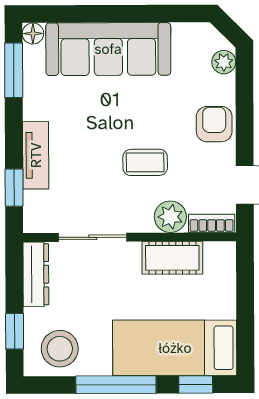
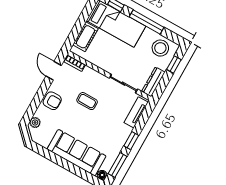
armchair: (214, 124) -> (52, 101), turned -90
tv unit: (36, 155) -> (136, 112), moved
window: (14, 188) -> (131, 141), moved
plant: (170, 217) -> (89, 75), removed
cot: (172, 258) -> (85, 37), moved, turned 90

